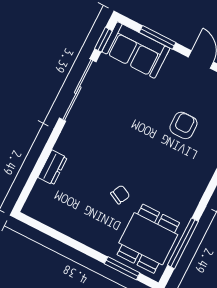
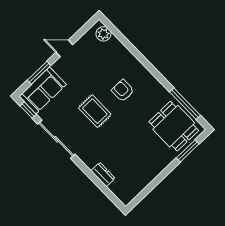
armchair: (183, 125) -> (123, 91), moved
rug: (132, 128) -> (95, 111), added
chair: (120, 195) -> (137, 135), removed

